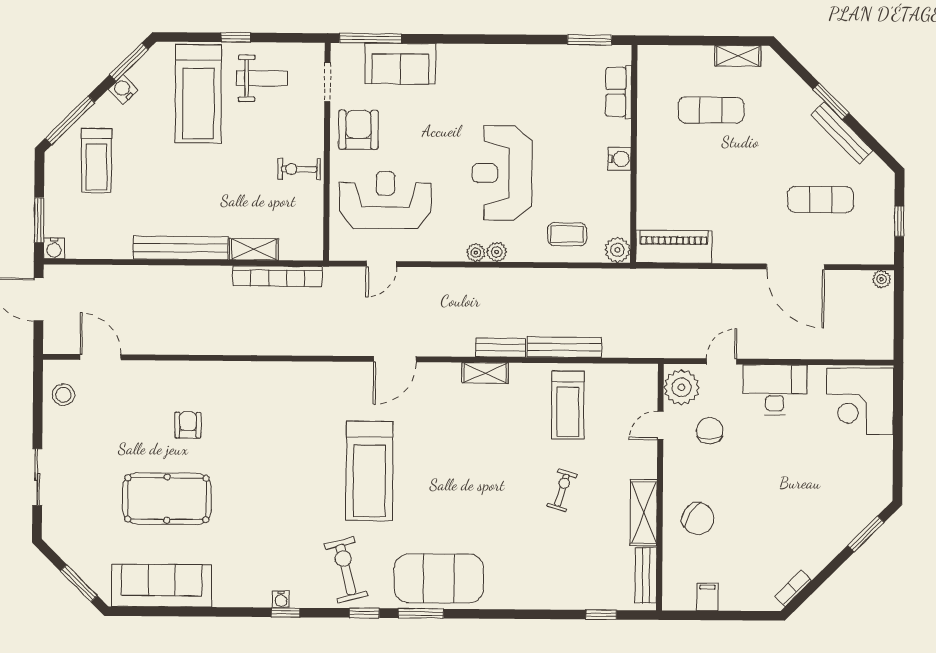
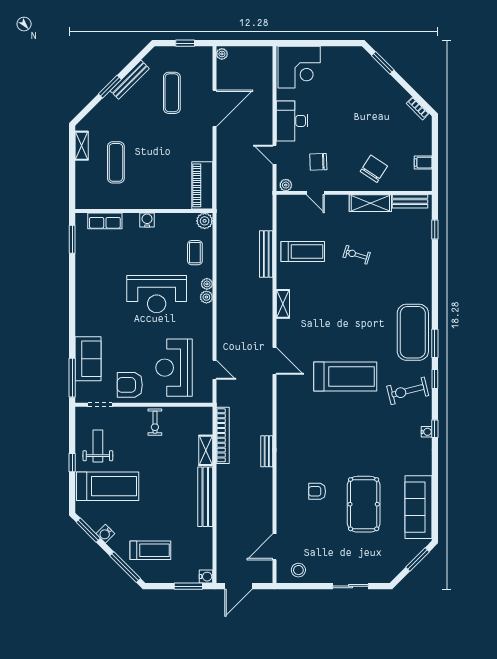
plant: (476, 253) -> (207, 284), moved
bench: (501, 348) -> (267, 451), moved
plant: (682, 387) -> (286, 185), width x0.53, depth x0.53

